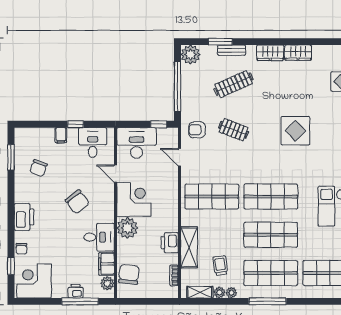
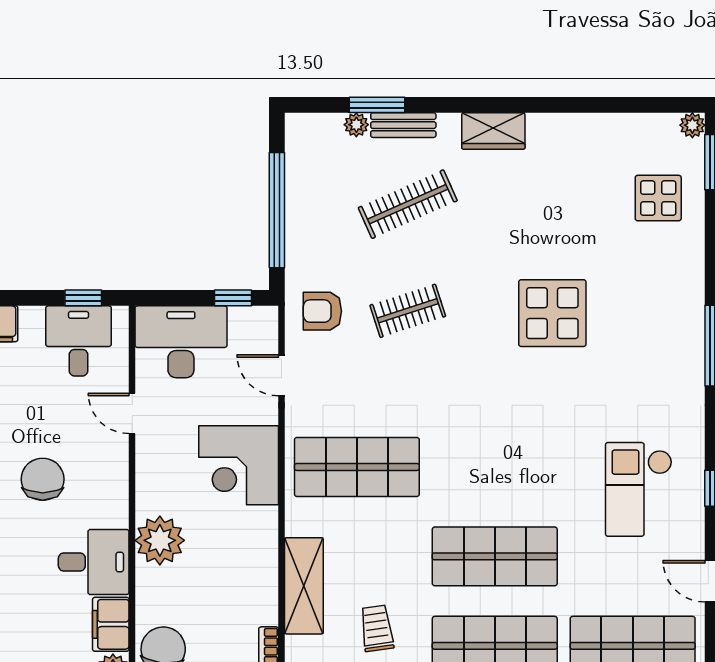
wardrobe: (298, 53) -> (559, 131), removed
plant: (190, 55) -> (356, 125), moved, width x0.53, depth x0.53
window: (76, 124) -> (83, 298), moved
clothes rail: (234, 130) -> (408, 311), turned -39
shop shelf: (271, 197) -> (495, 467), removed
corner desk: (134, 199) -> (239, 465), moved, turned 180
chair: (77, 202) -> (43, 479), turned -143
printer: (170, 243) -> (259, 575), removed

